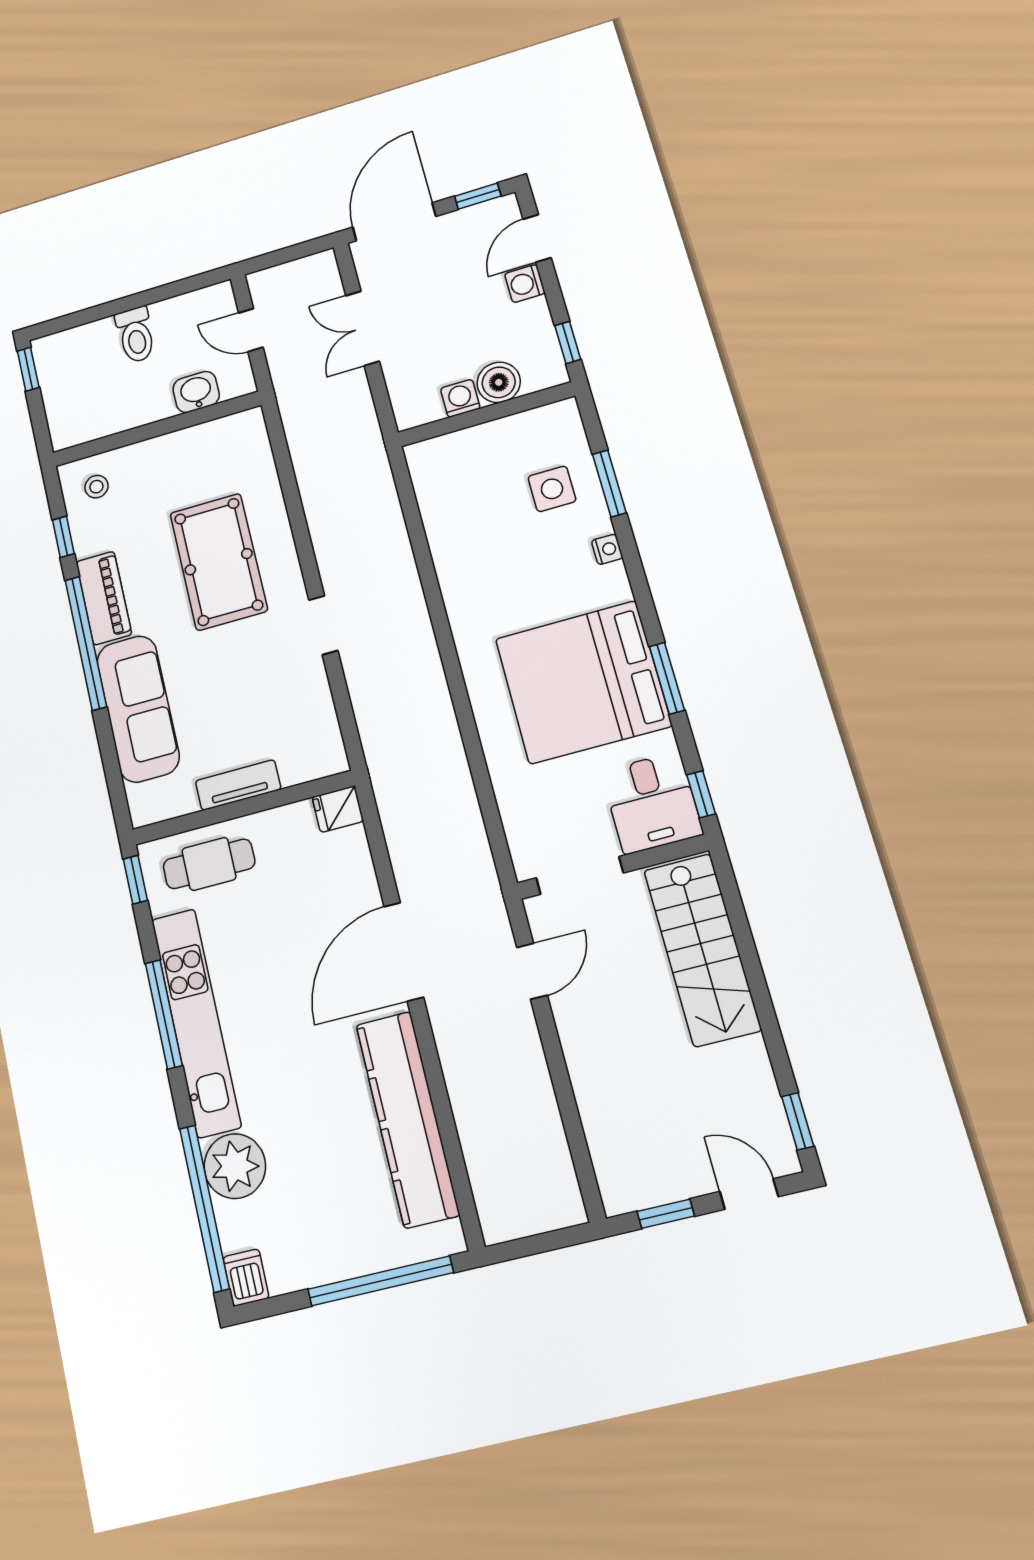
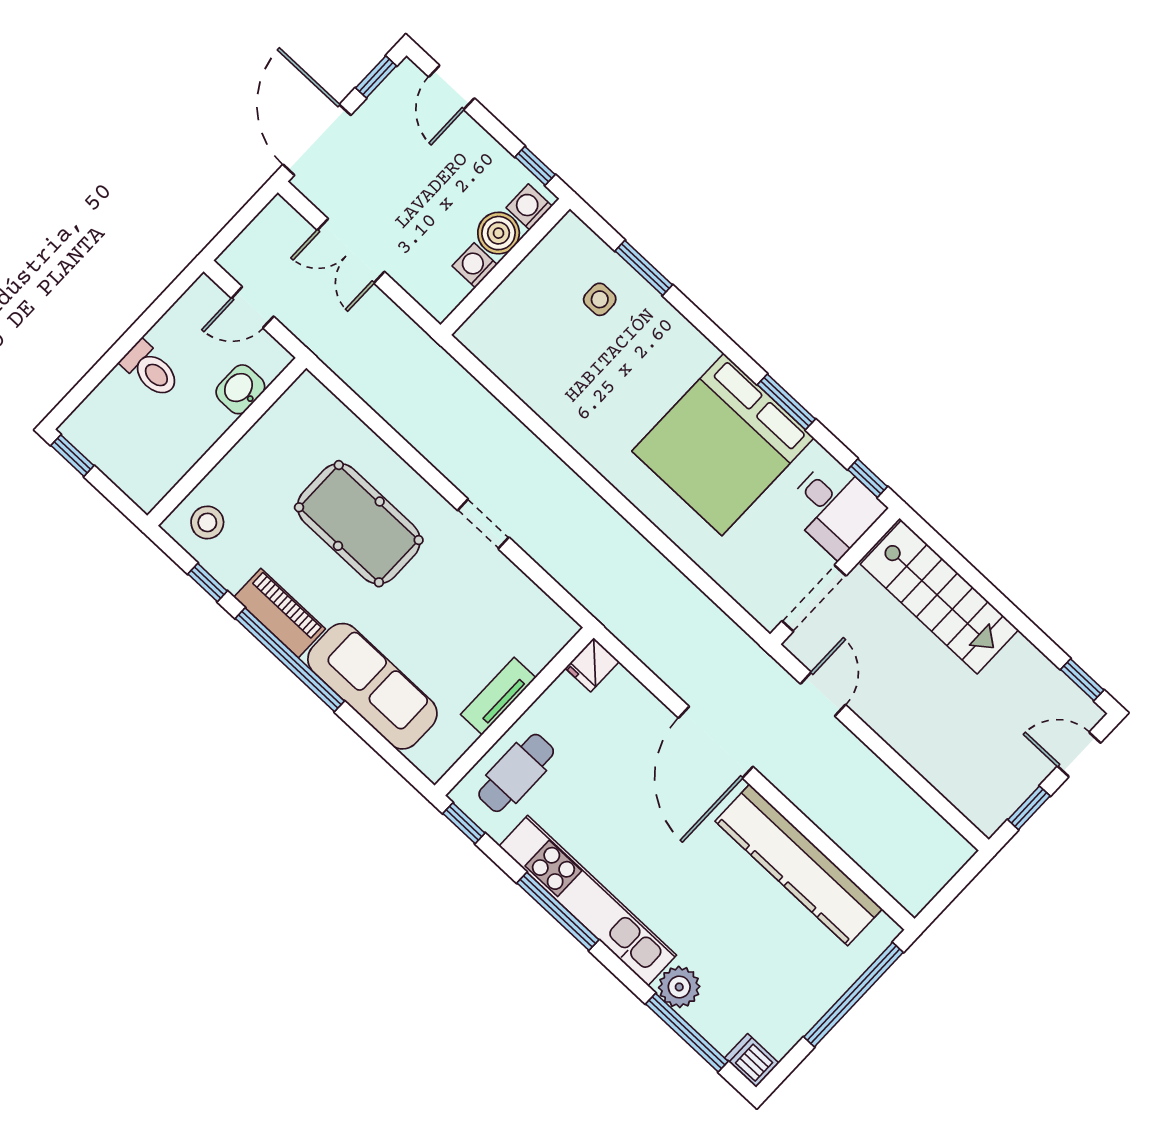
washing machine: (525, 284) -> (529, 207), moved, turned 90
stool: (96, 487) -> (207, 522), width x1.37, depth x1.37
side table: (552, 489) -> (600, 299), width x0.73, depth x0.73
nightstand: (607, 549) -> (676, 324), removed
plant: (235, 1166) -> (679, 987), width x0.73, depth x0.73
window: (204, 1208) -> (687, 1033), width x0.68

